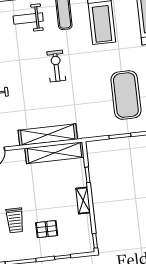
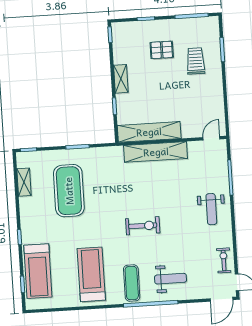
exercise bike: (56, 66) -> (143, 226), turned -90

